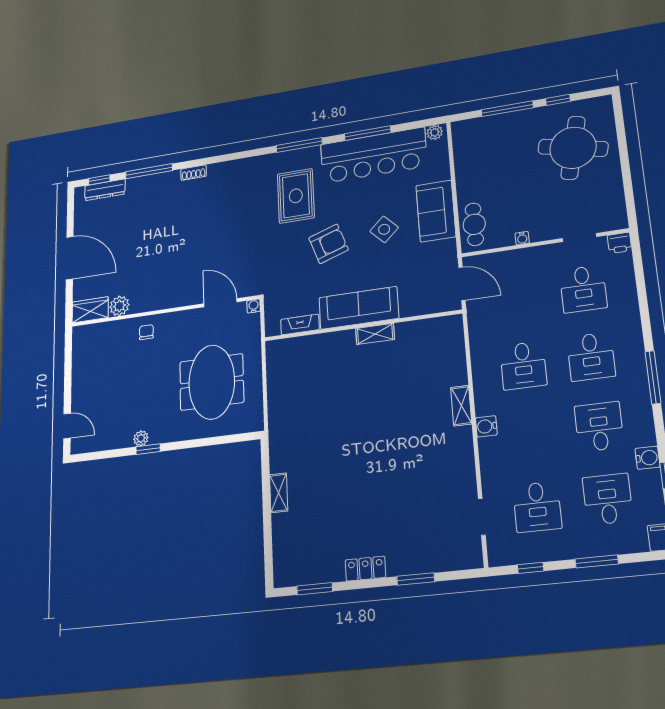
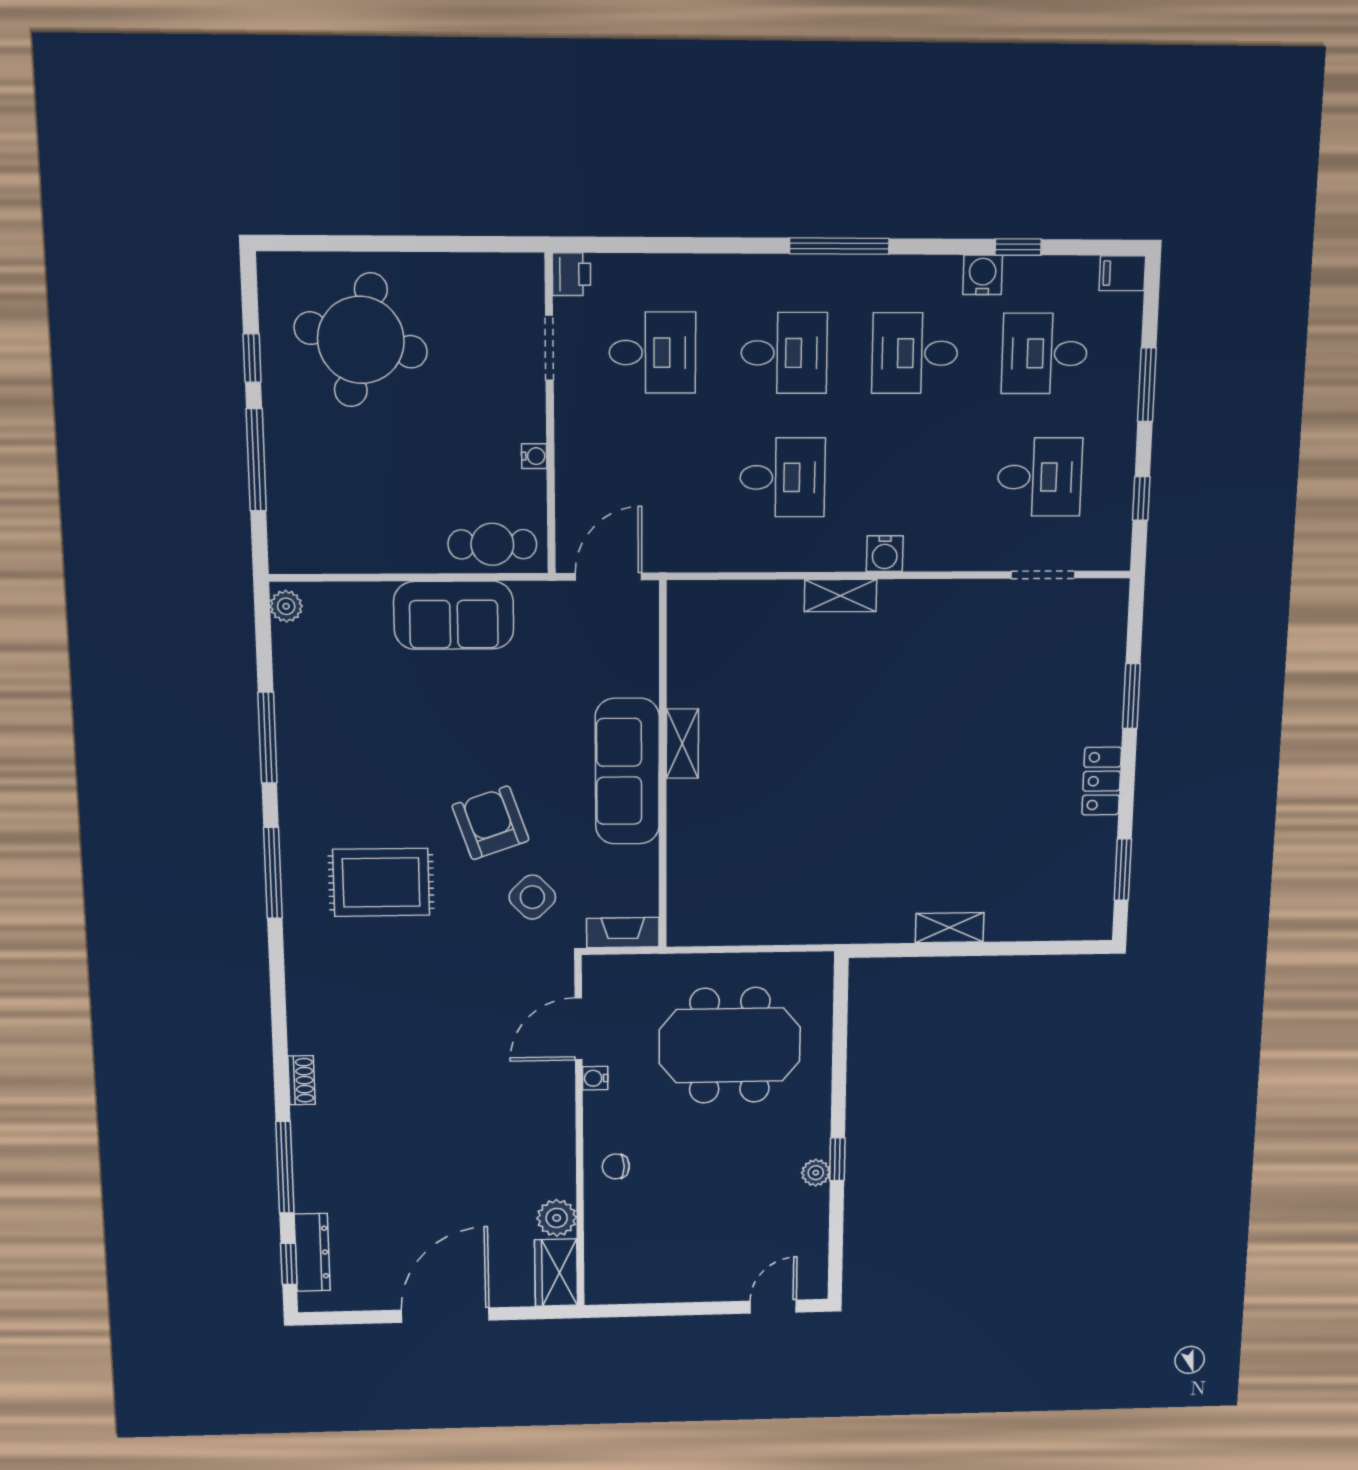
bar counter: (374, 155) -> (318, 729), removed
side table: (384, 229) -> (532, 897), moved
water cooler: (254, 306) -> (595, 1078), moved
fireplace: (300, 324) -> (623, 933), moved, turned 90

